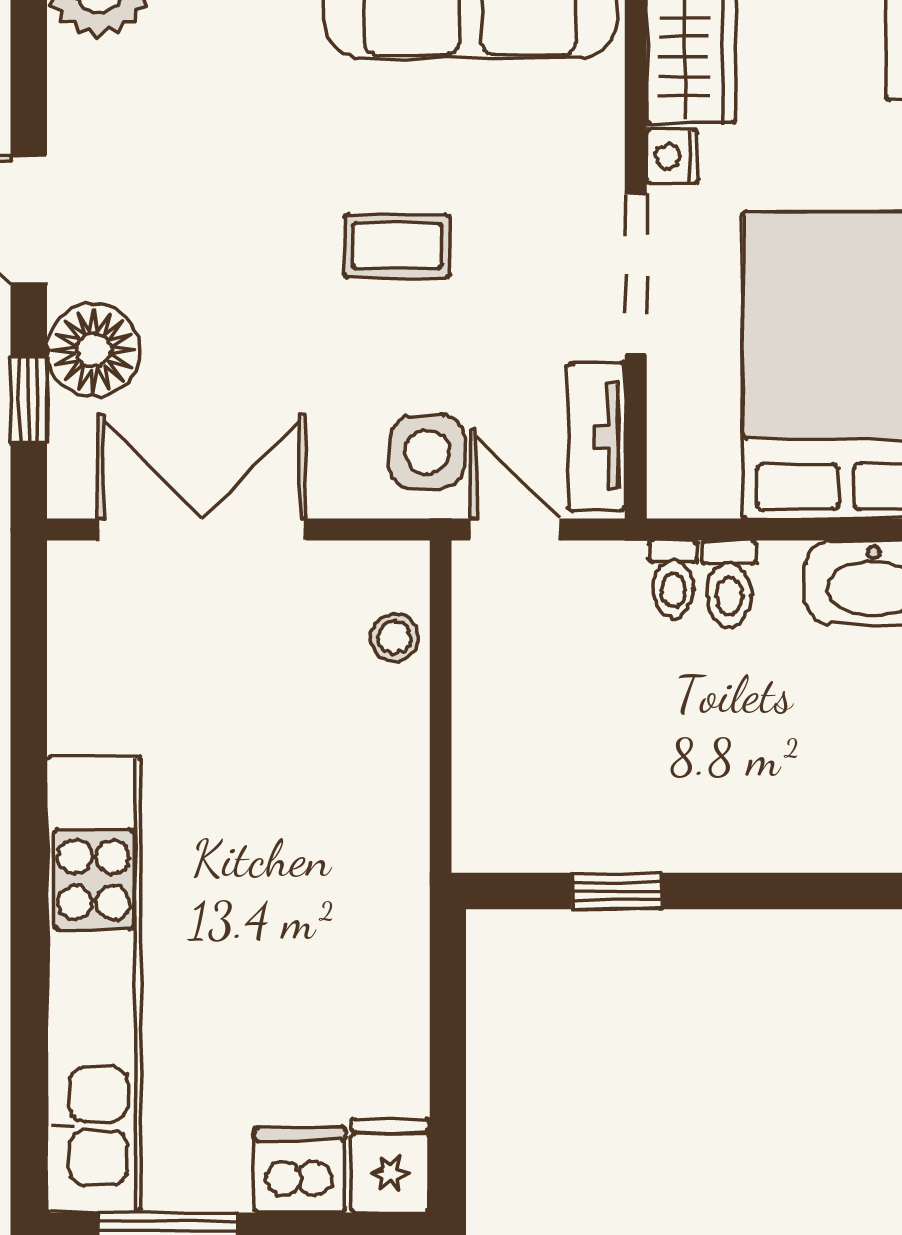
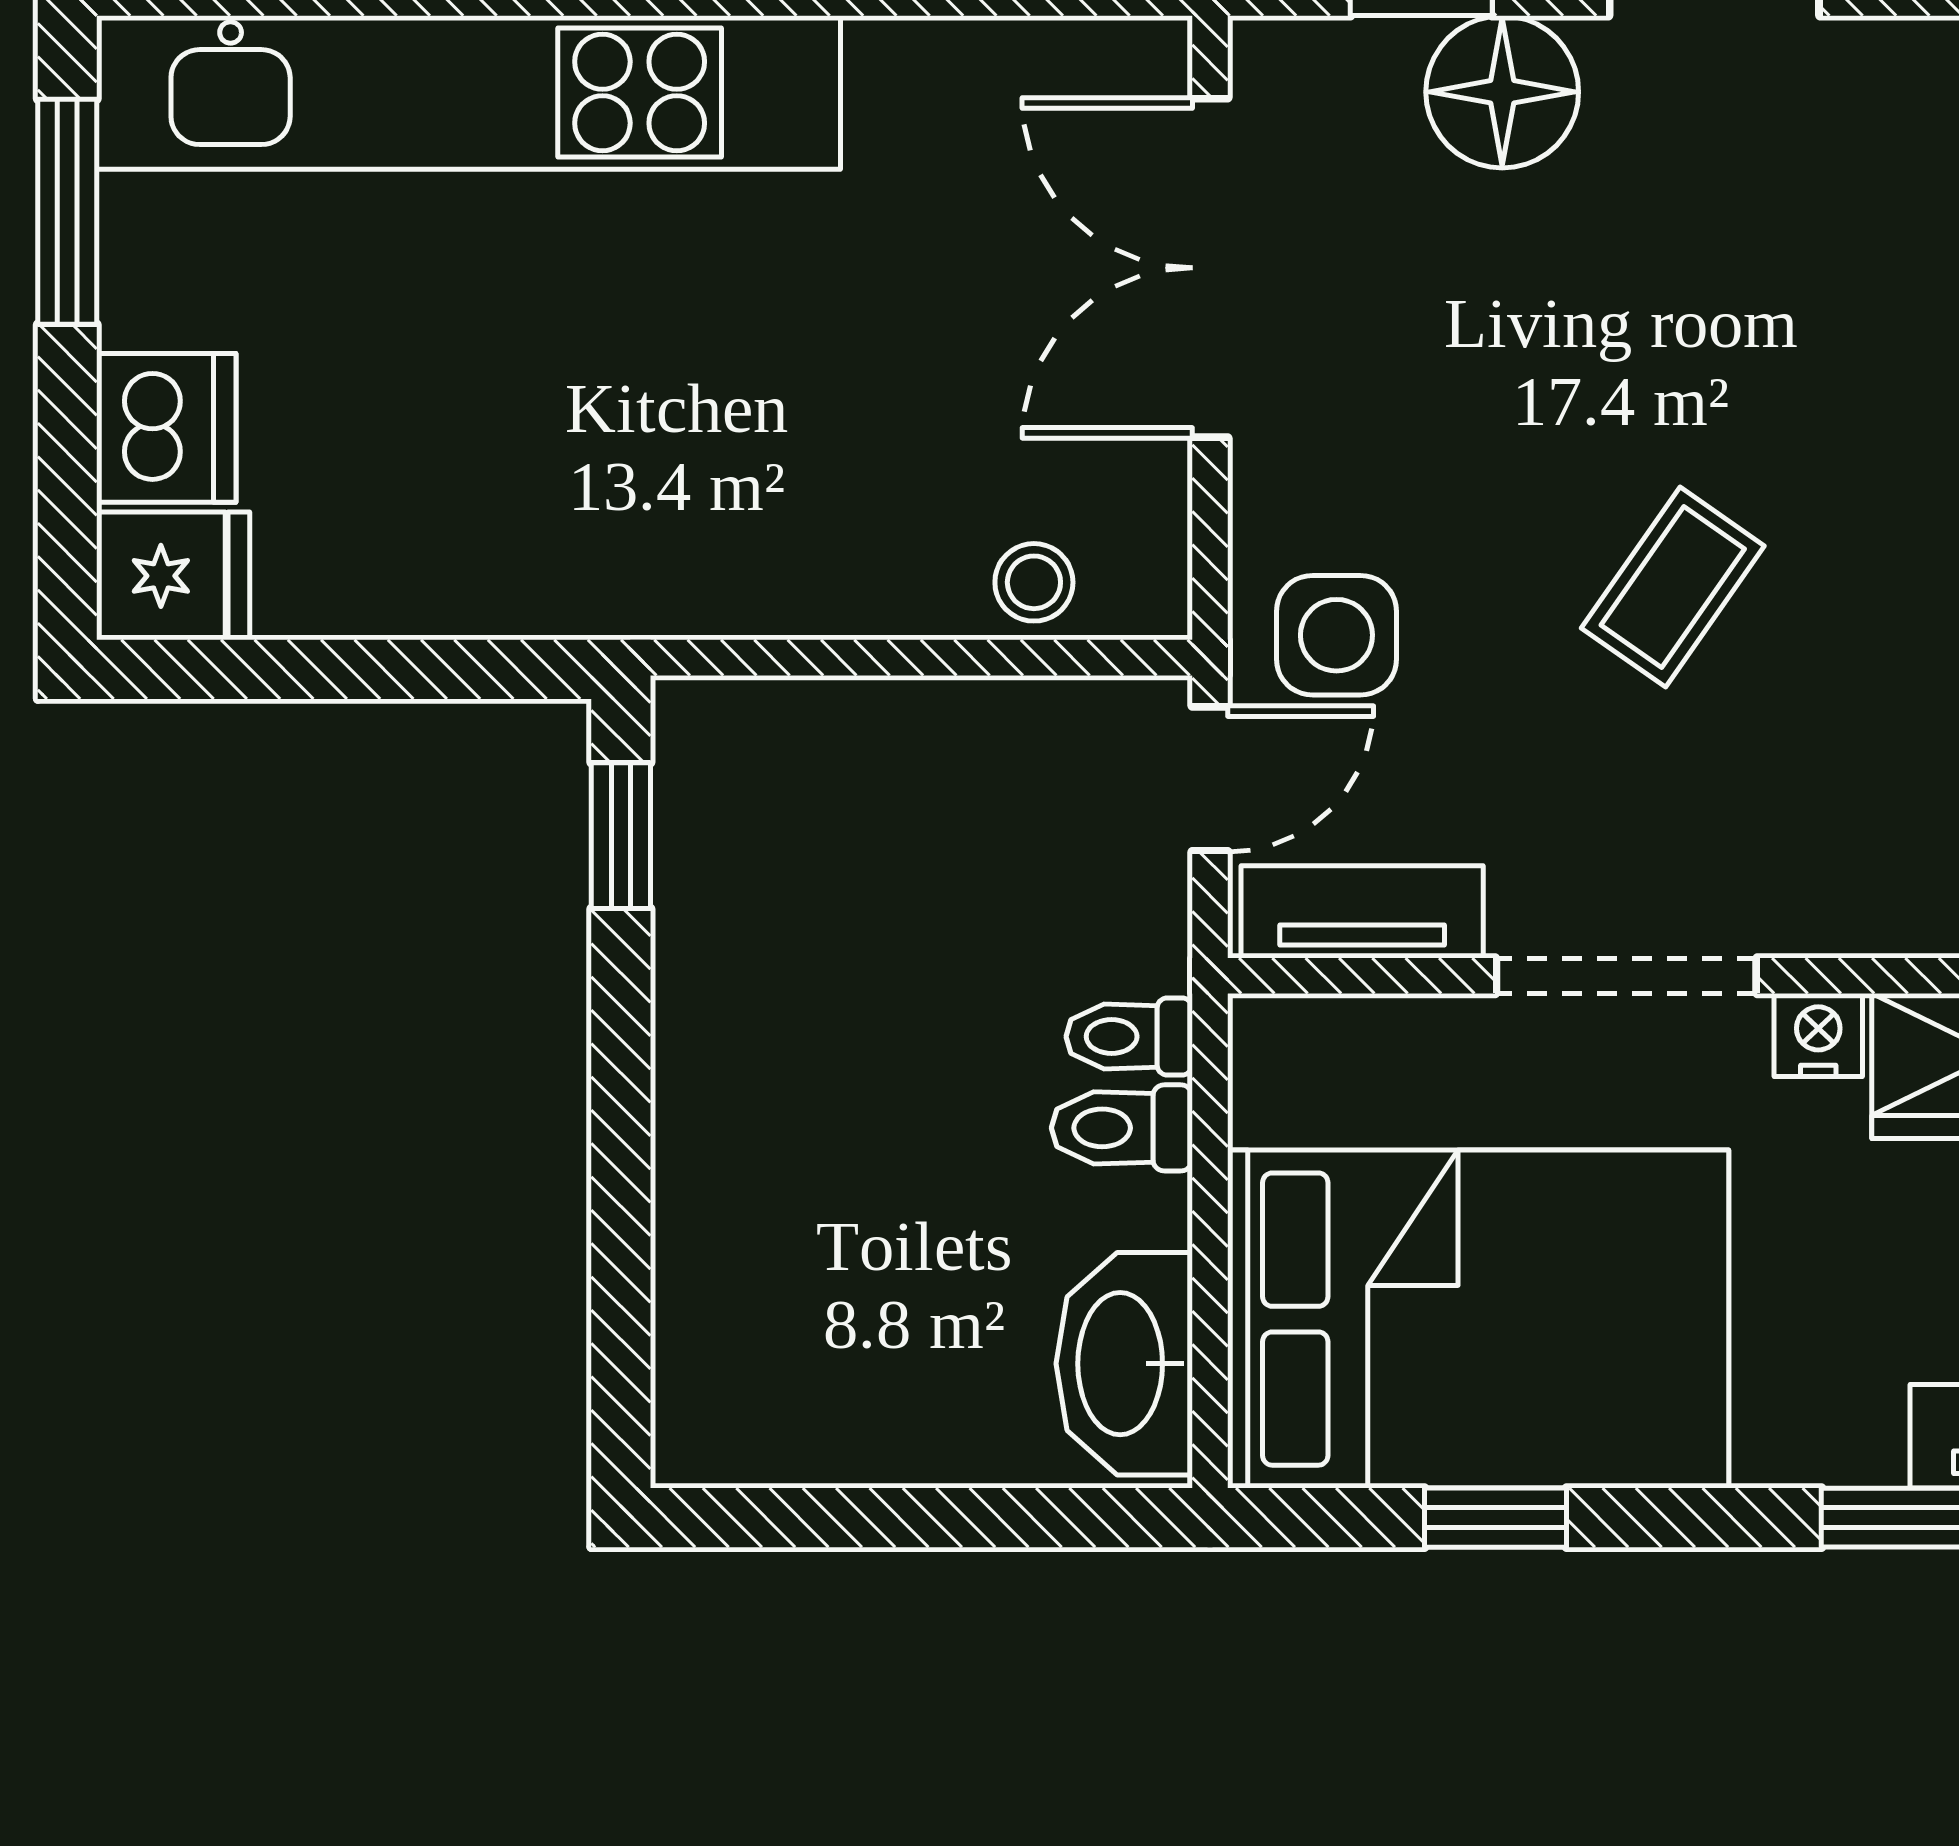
coffee table: (397, 246) -> (1673, 587), turned 35
double door: (202, 530) -> (1210, 268), swing flipped
window: (617, 891) -> (621, 836), moved

